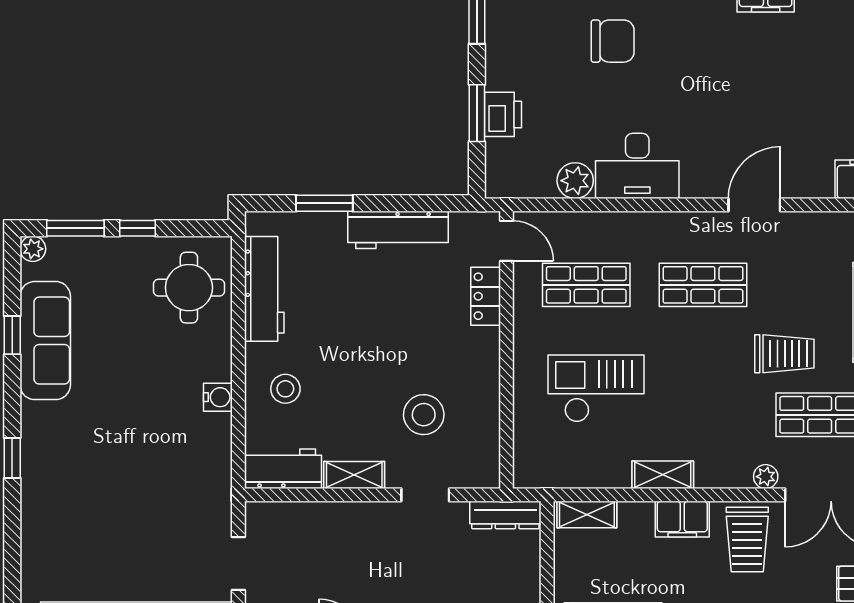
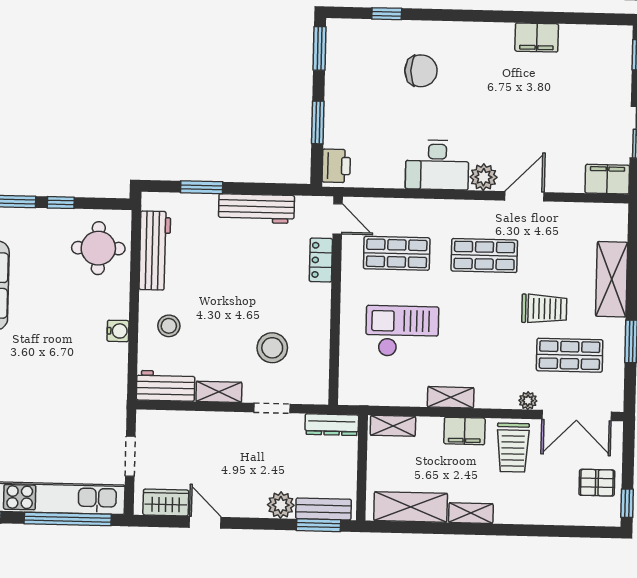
printer: (503, 114) -> (336, 166), moved
plant: (575, 181) -> (484, 177), moved

